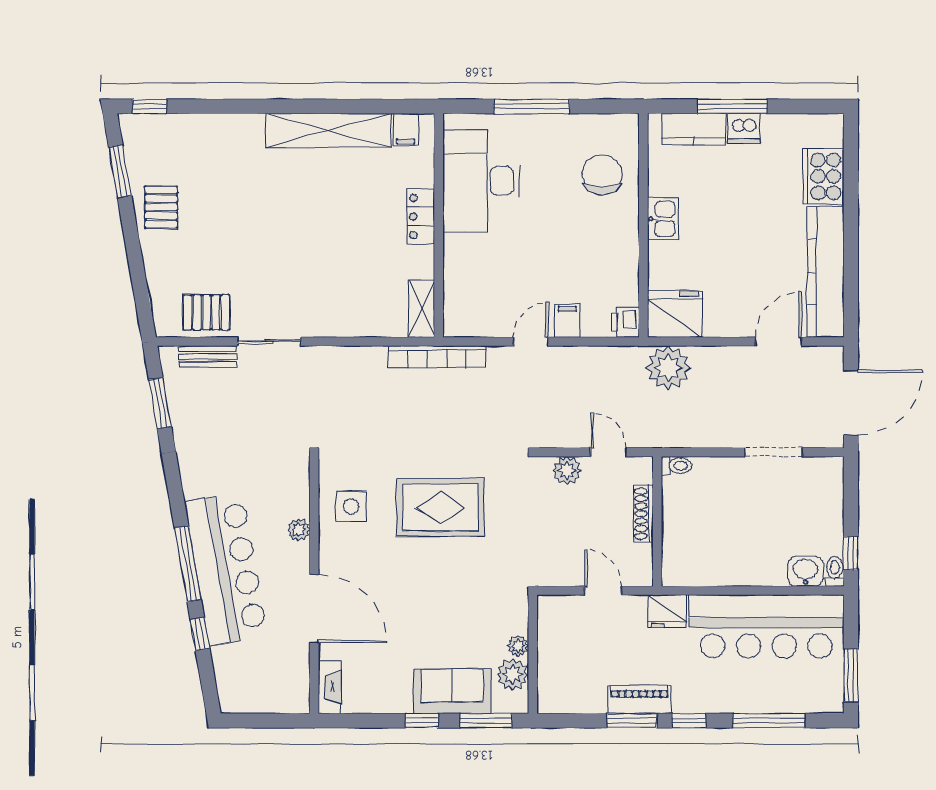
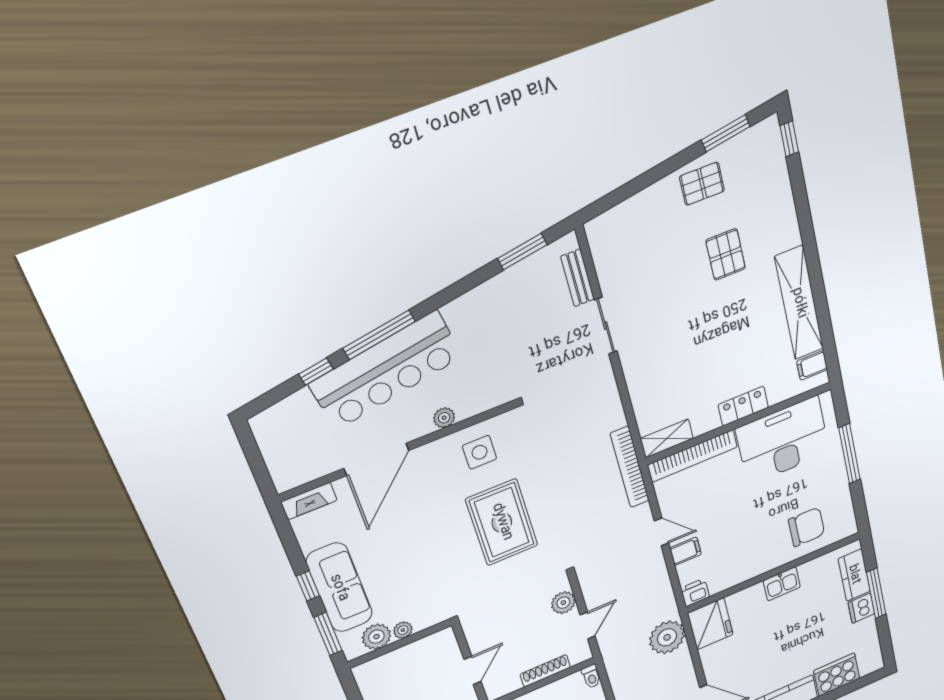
bookcase: (454, 286) -> (692, 456), added
pallet: (207, 312) -> (726, 254), moved
sofa: (452, 691) -> (339, 588), width x1.36

